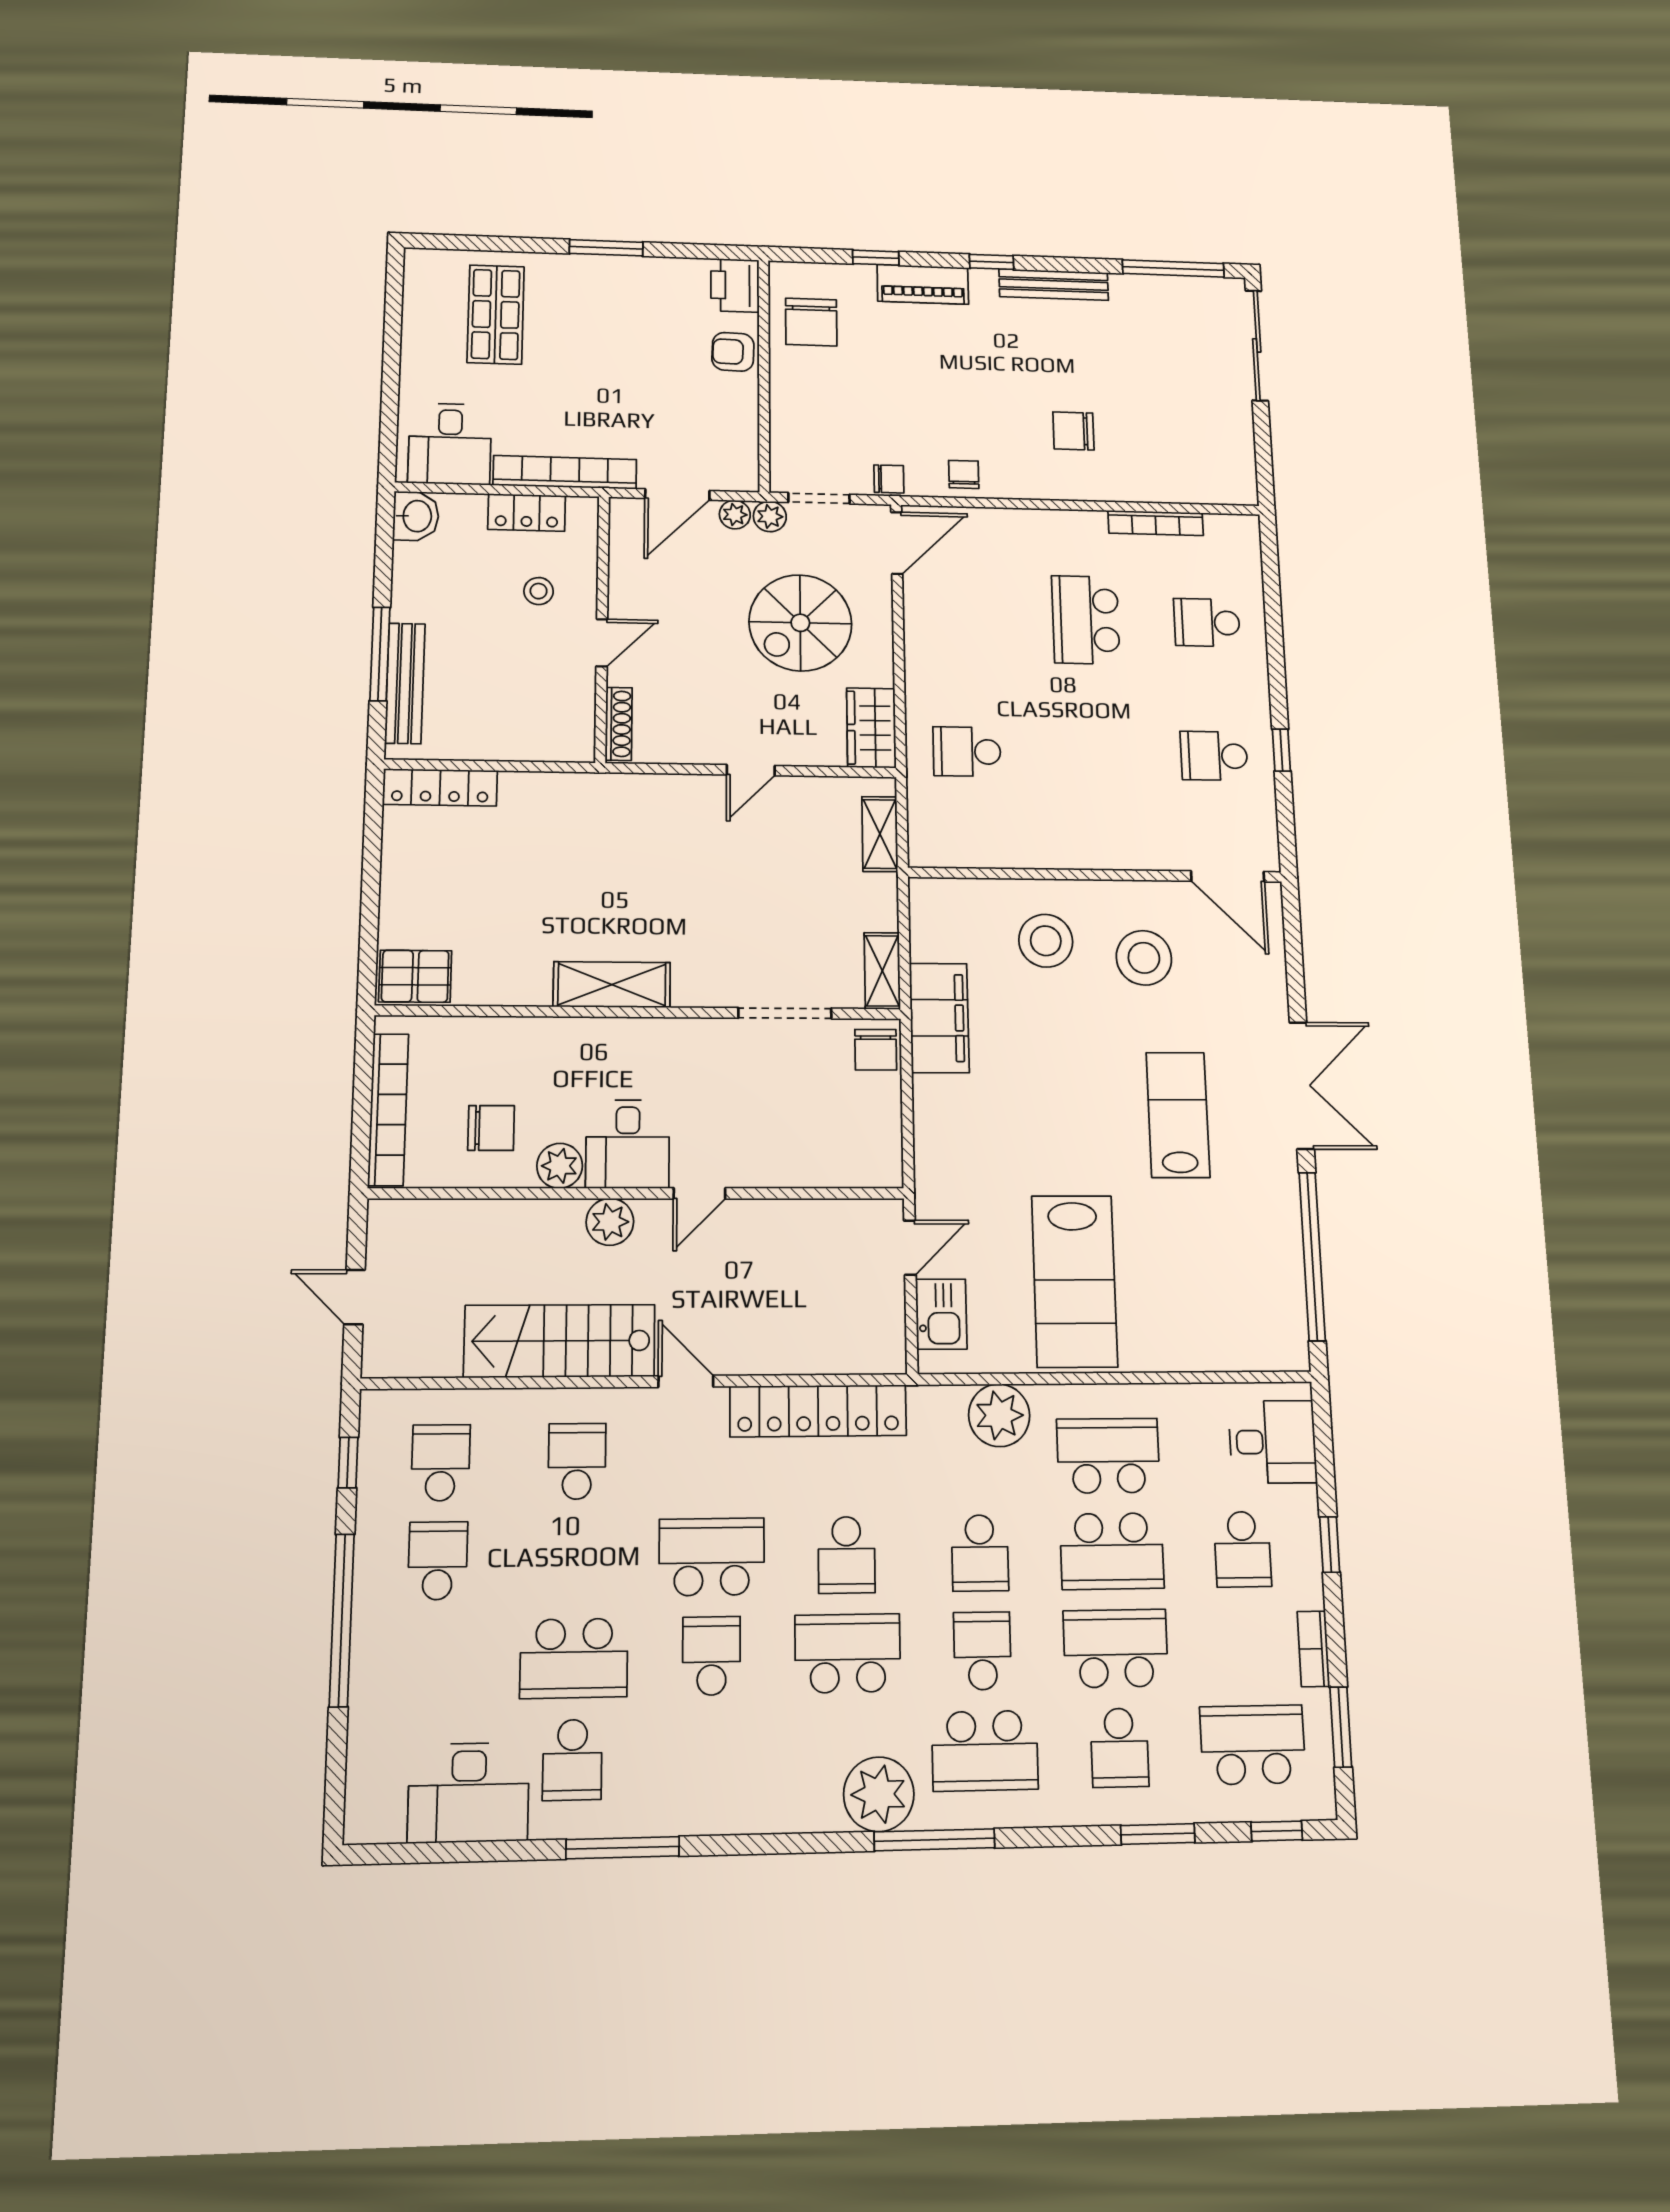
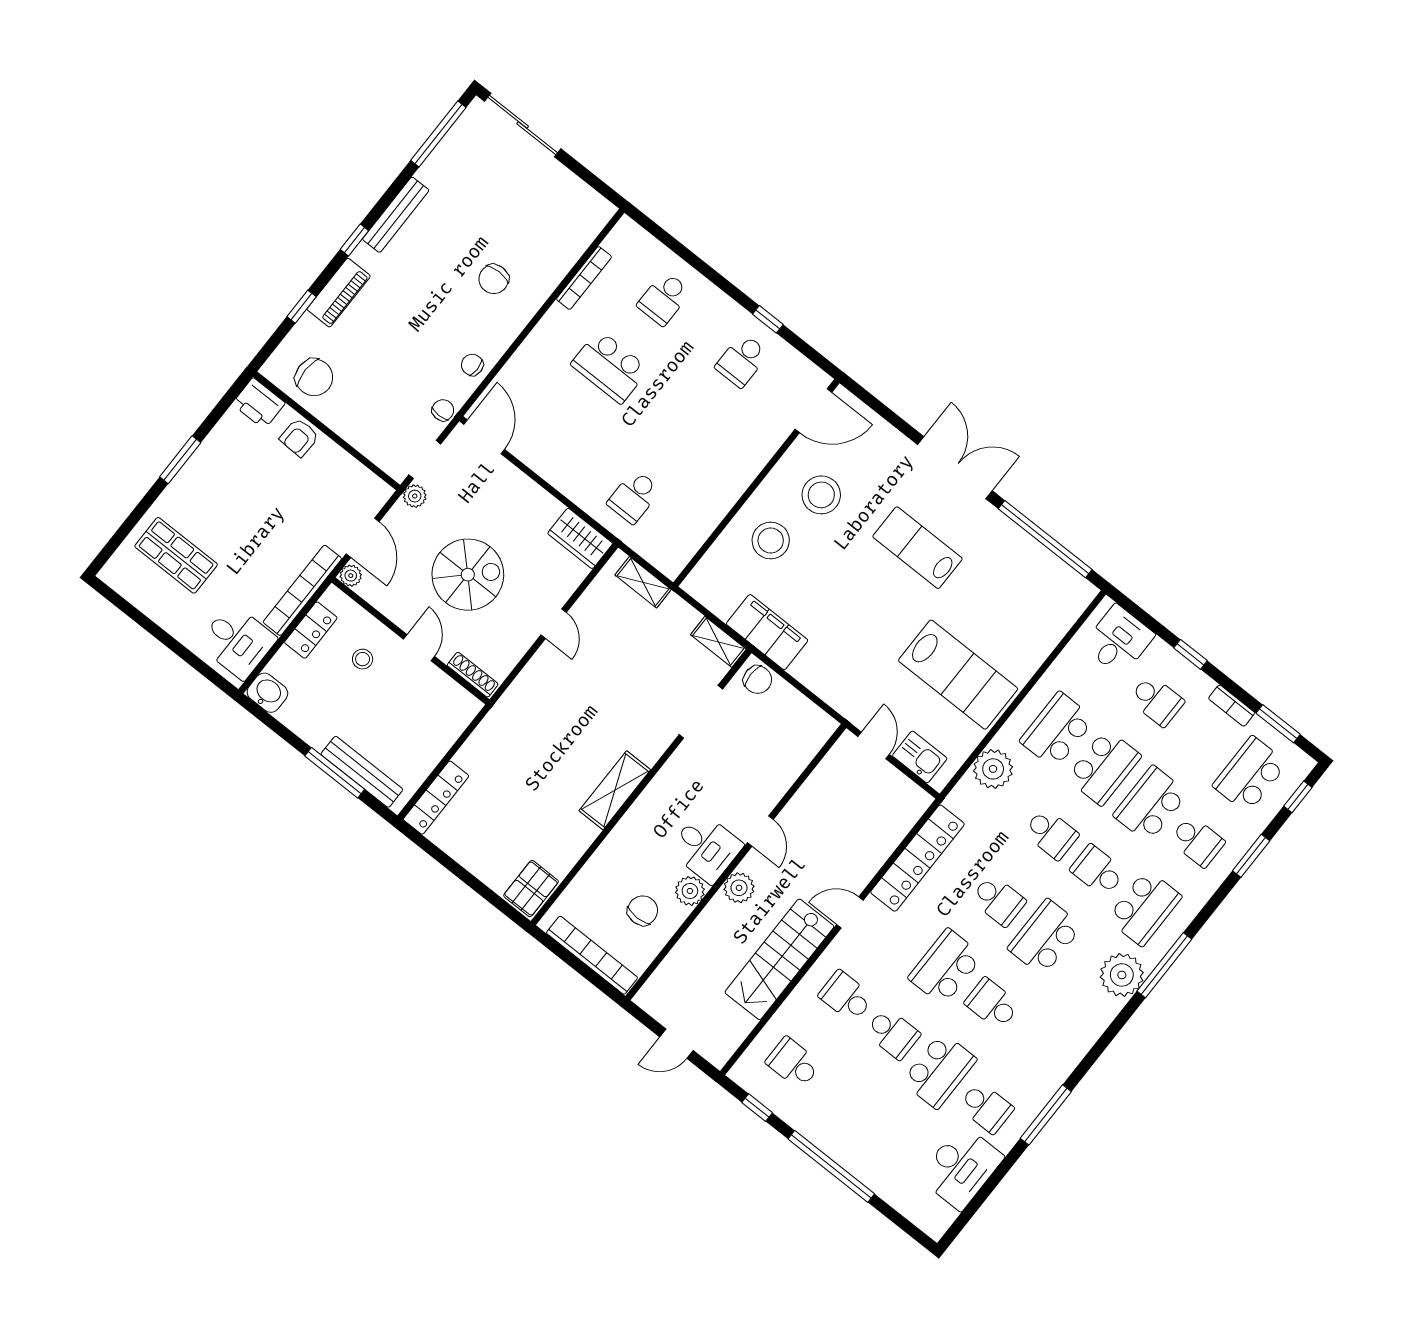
plant: (735, 515) -> (351, 576), moved
spiral stairs: (800, 623) -> (468, 575), moved, turned -90
school desk: (438, 1561) -> (893, 1033), moved, turned 180

